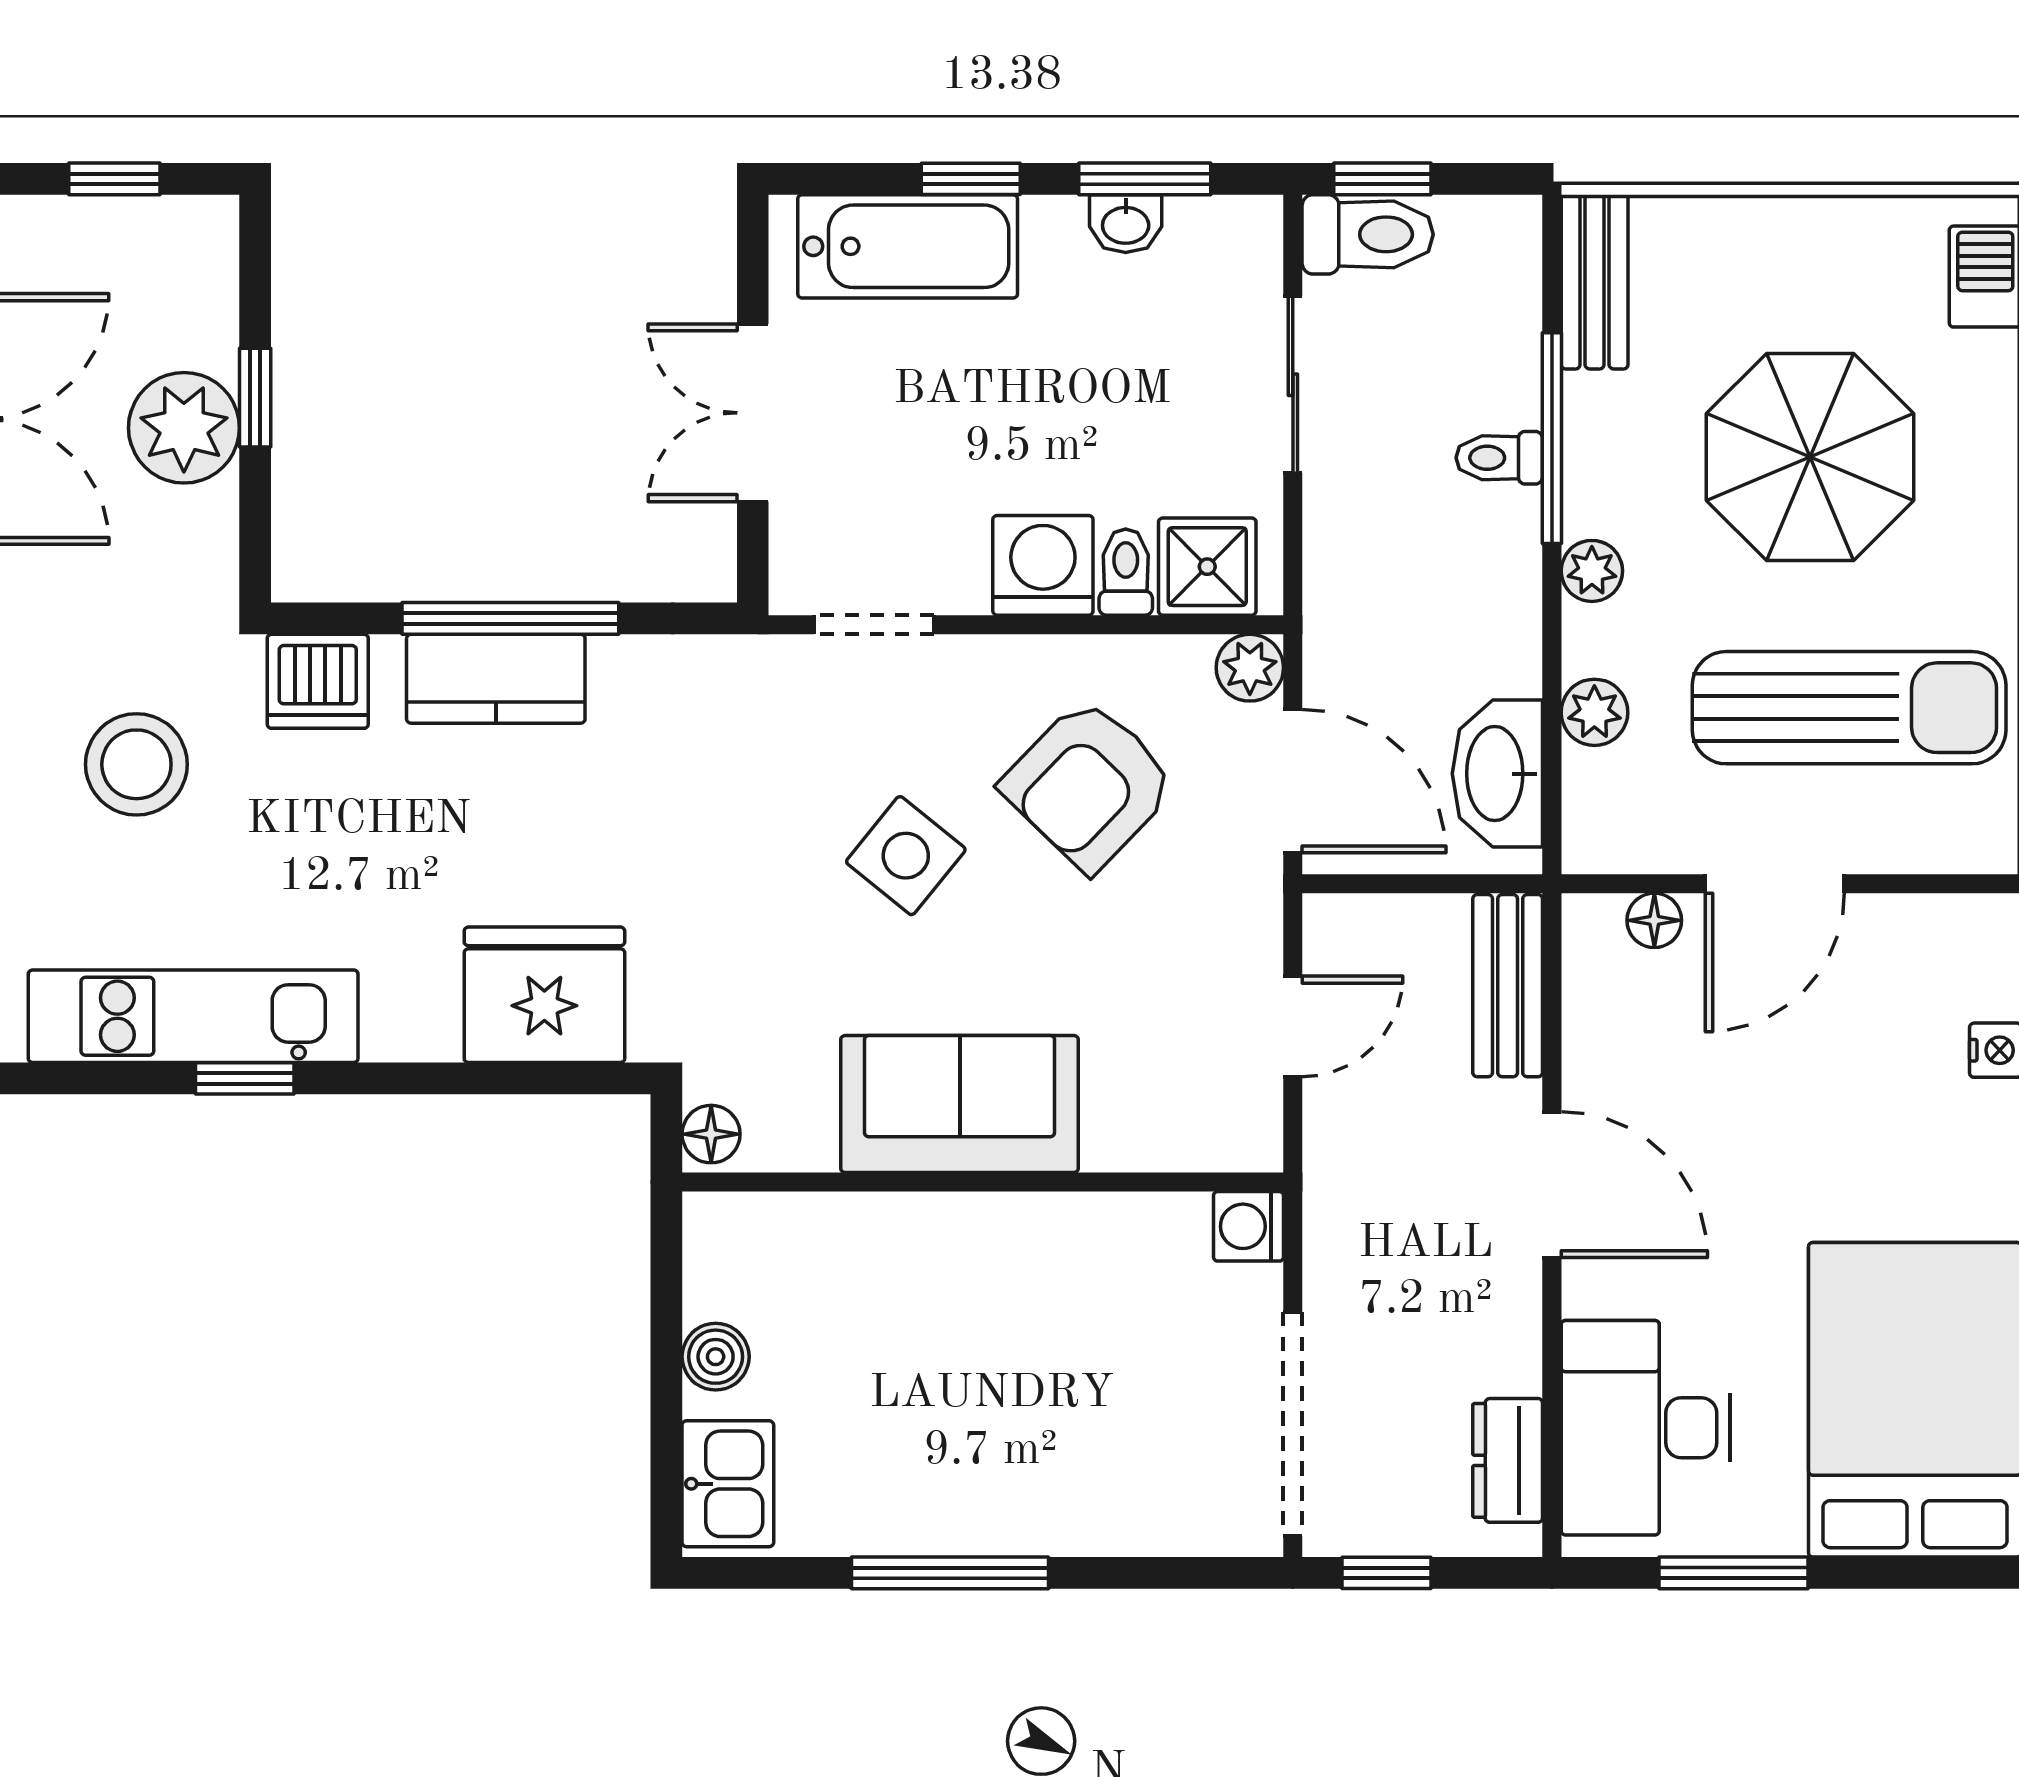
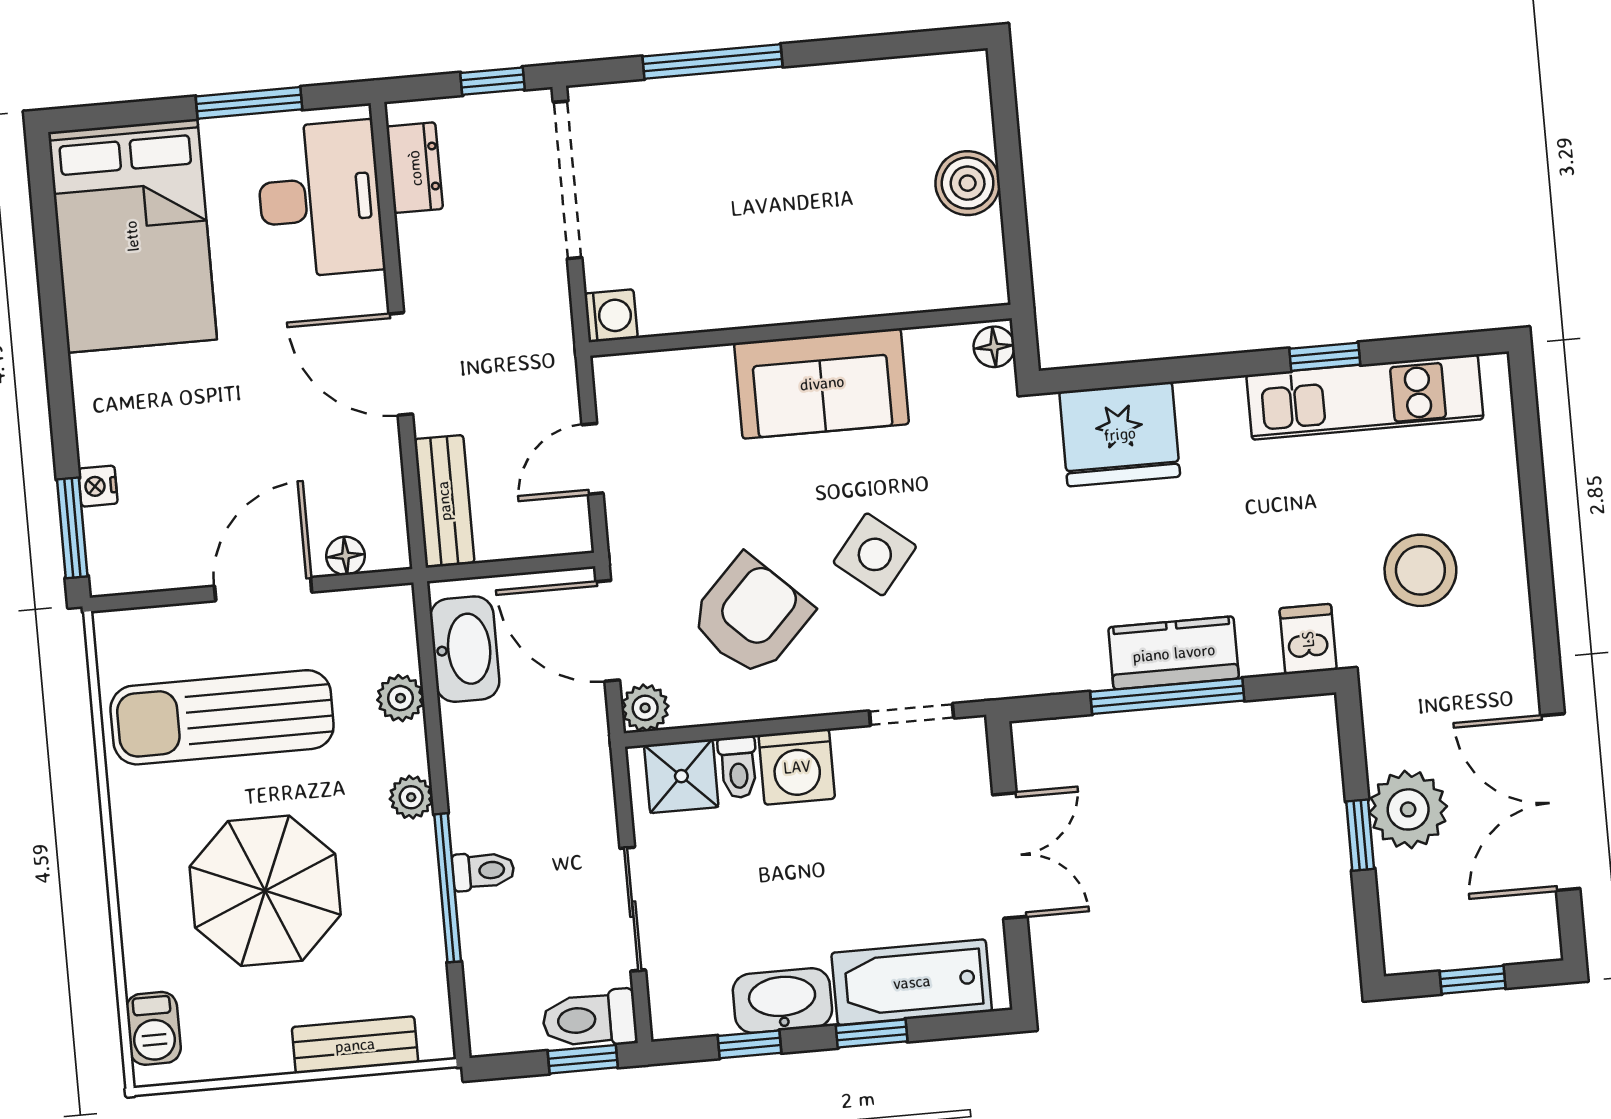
window: (1145, 179) -> (749, 1044), width x0.67
washbasin: (1126, 224) -> (782, 1000), width x1.91, depth x1.45
bench: (1595, 282) -> (355, 1045), moved, turned 90
dishwasher: (318, 681) -> (1308, 639), width x0.73
boiler: (716, 1357) -> (968, 183), width x1.36, depth x1.36
kitchen sink: (728, 1484) -> (960, 102), removed
window: (950, 1573) -> (712, 62), moved

